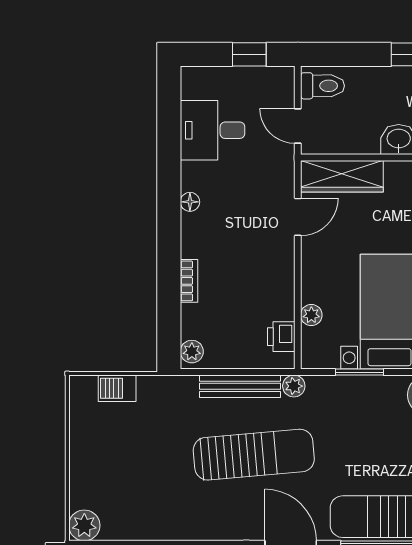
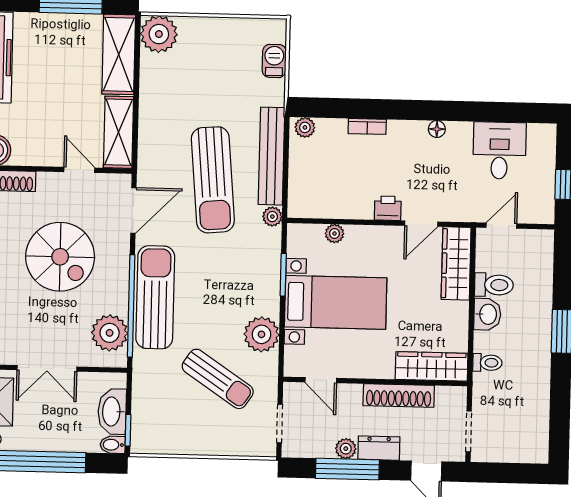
toilet: (322, 86) -> (494, 285), moved, turned -90
door: (298, 217) -> (421, 224), hinge flipped
printer: (281, 337) -> (388, 208), moved
bench: (240, 386) -> (271, 156), width x1.37, depth x1.21
plant: (84, 525) -> (159, 34), width x1.36, depth x1.36

